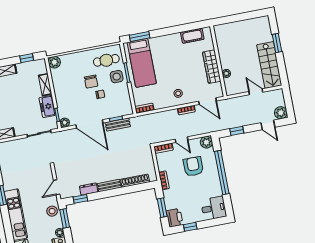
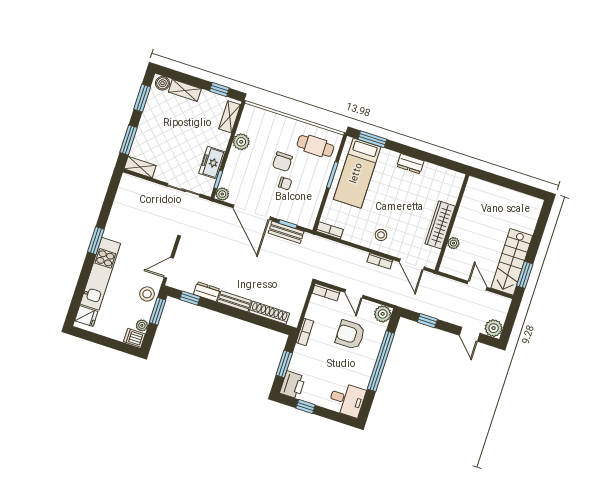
cot: (192, 36) -> (437, 174), removed
dresser: (172, 39) -> (410, 164), added
window: (277, 43) -> (525, 275), moved
plant: (54, 62) -> (241, 142), moved
side table: (117, 77) -> (317, 173), removed
shelving: (45, 85) -> (230, 117), moved
armchair: (193, 166) -> (350, 335), turned -90

